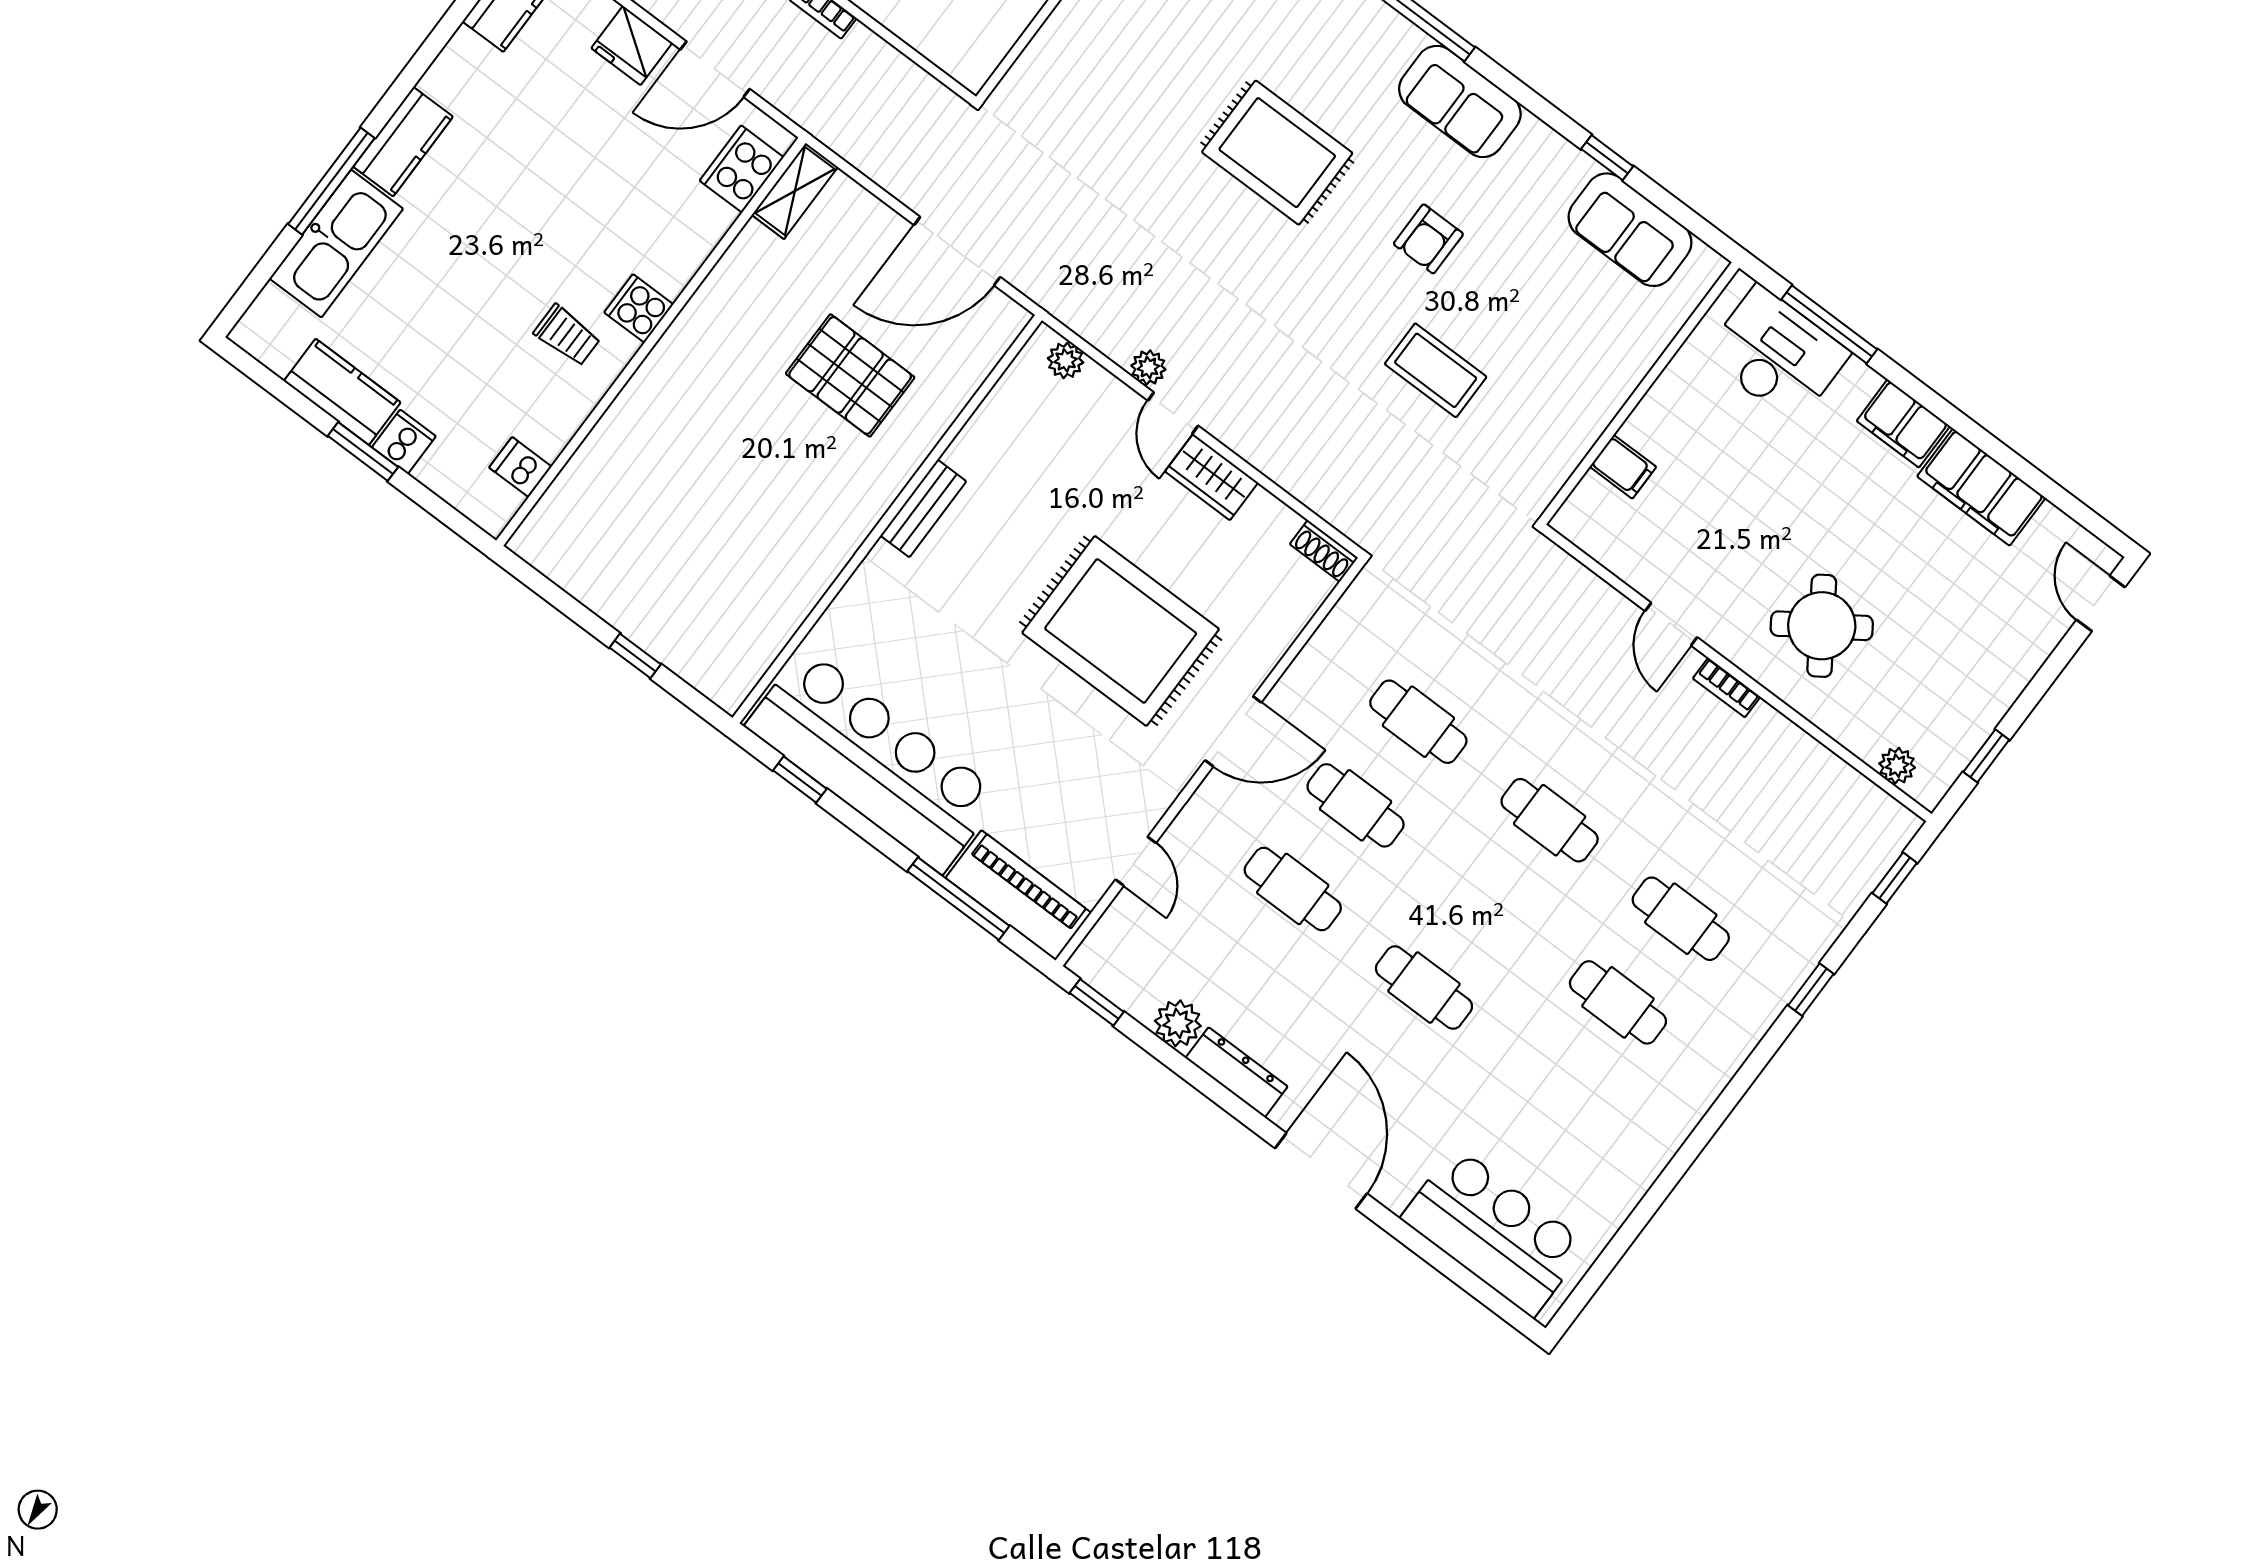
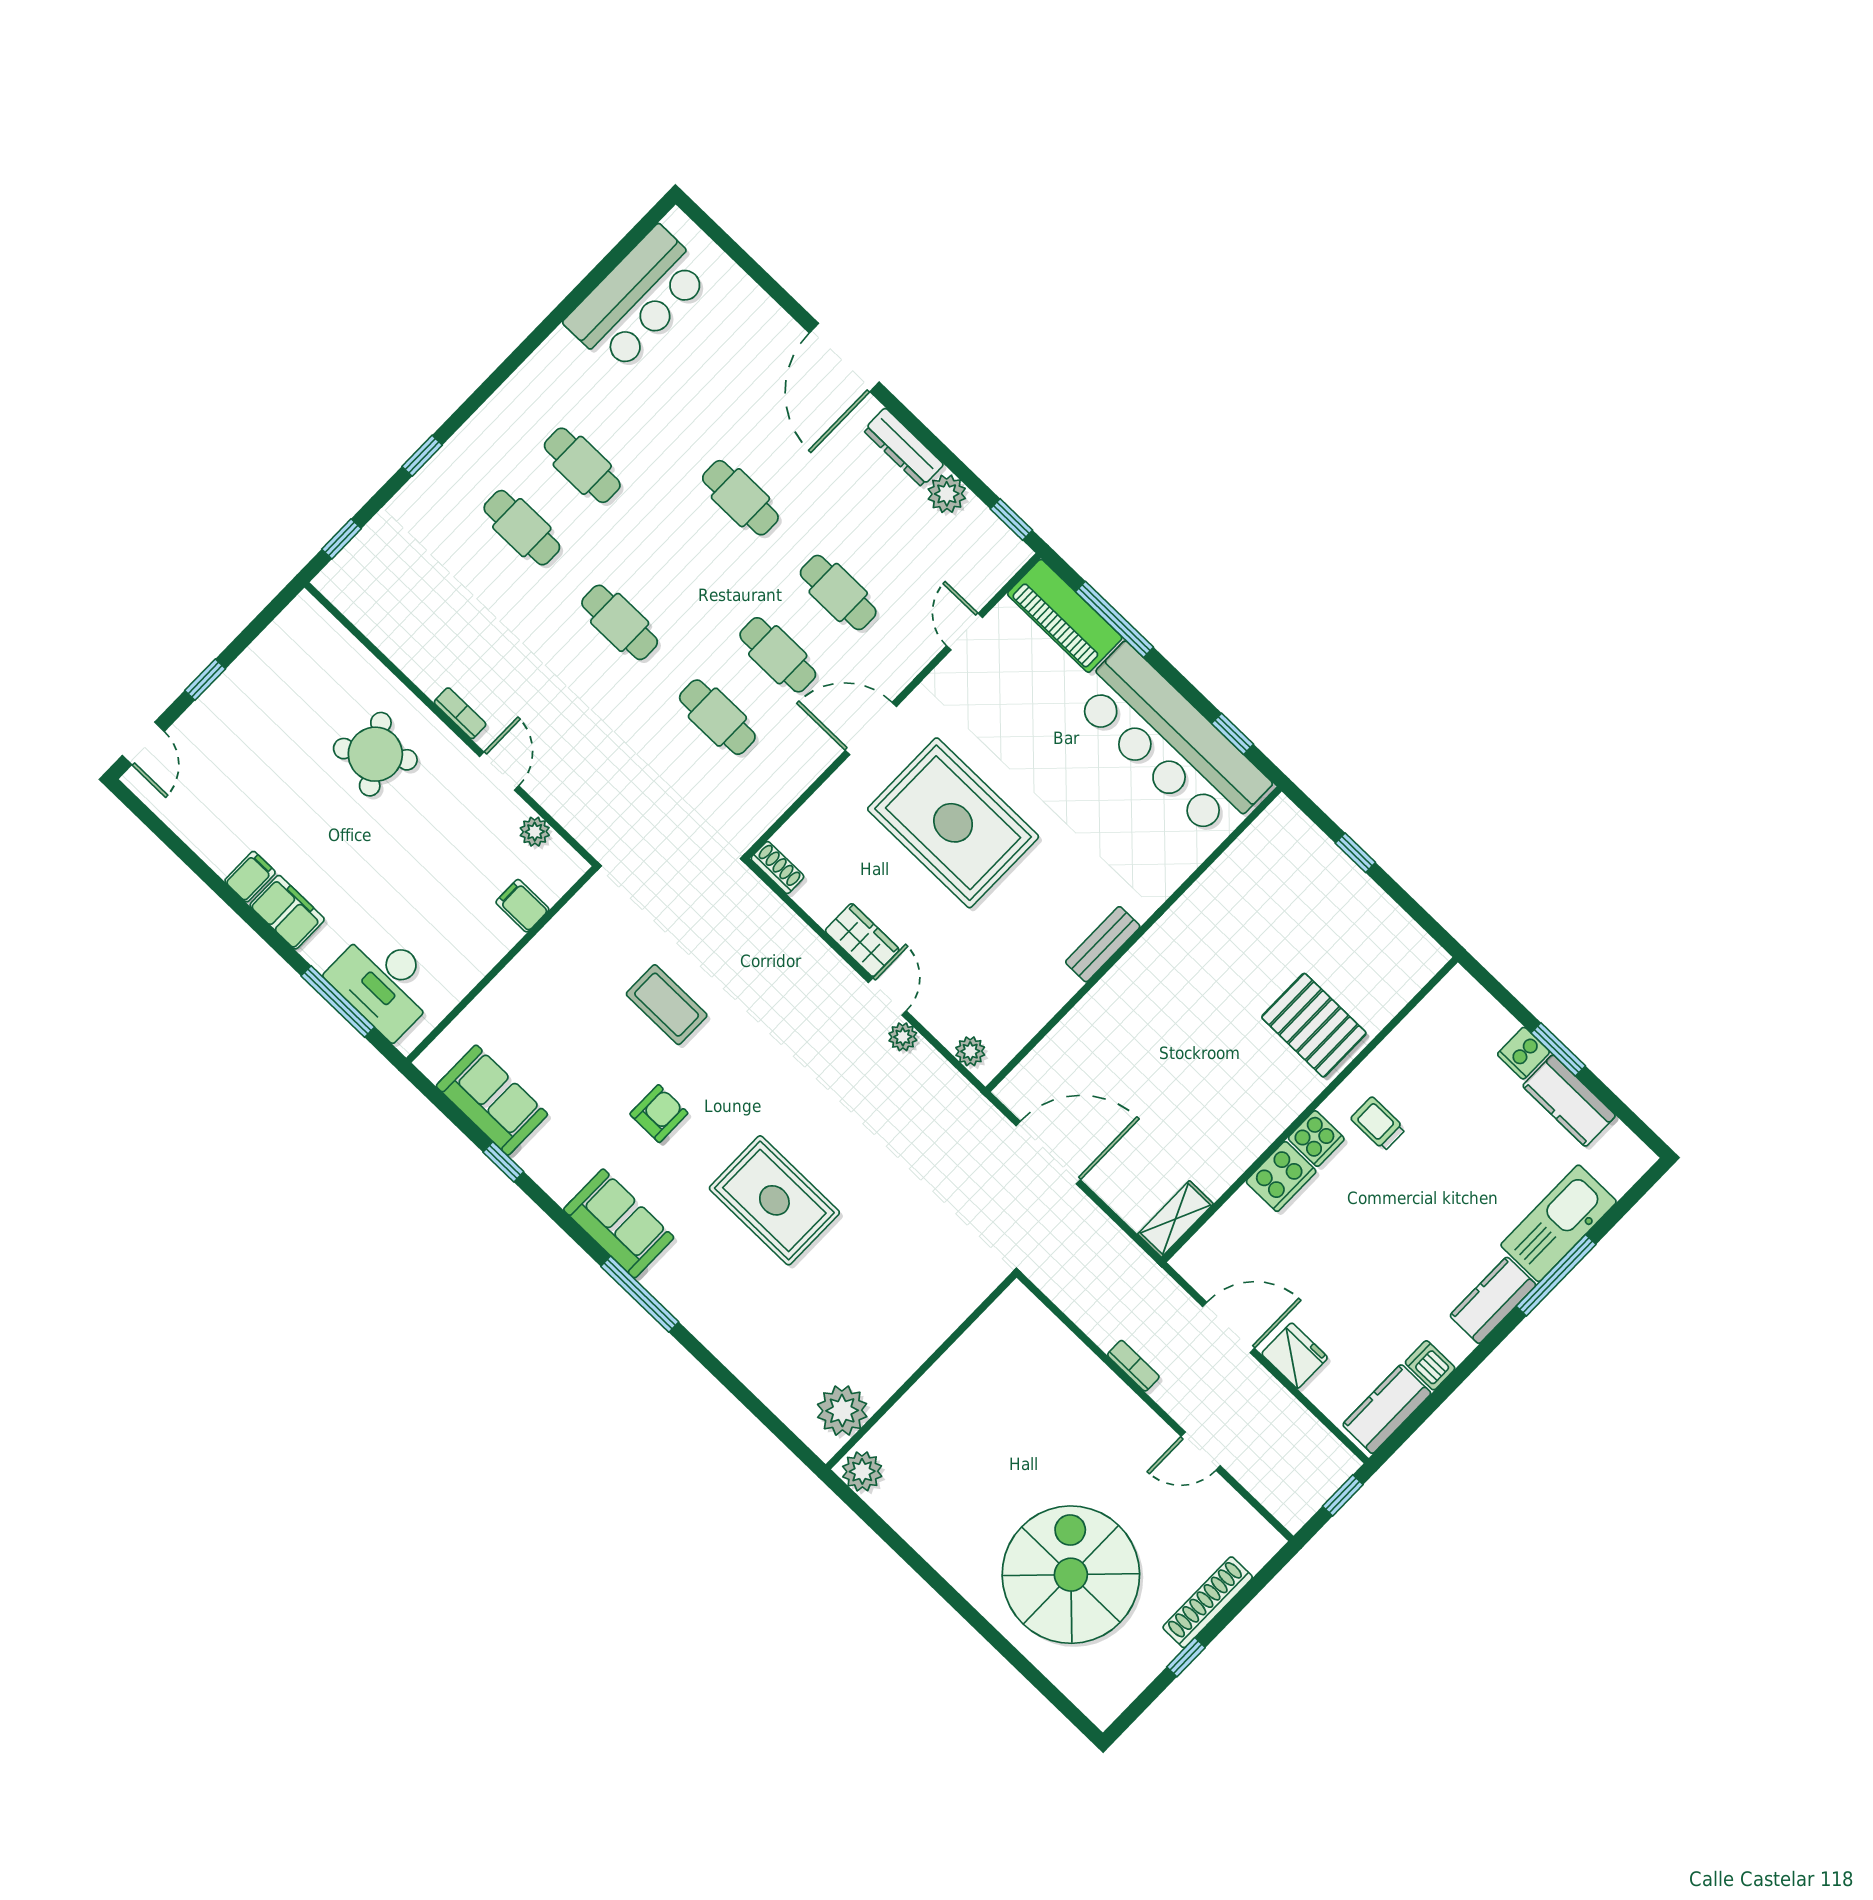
cooker: (742, 169) -> (1281, 1176), moved
pallet: (850, 375) -> (1314, 1025), moved
dishwasher: (520, 467) -> (1430, 1365), moved, turned 180
filing cabinet: (1981, 487) -> (250, 877), width x0.33, depth x0.86
window: (1986, 756) -> (205, 680), moved
plant: (1897, 766) -> (535, 832), moved
bar counter: (1494, 1232) -> (638, 299), moved, turned -90

